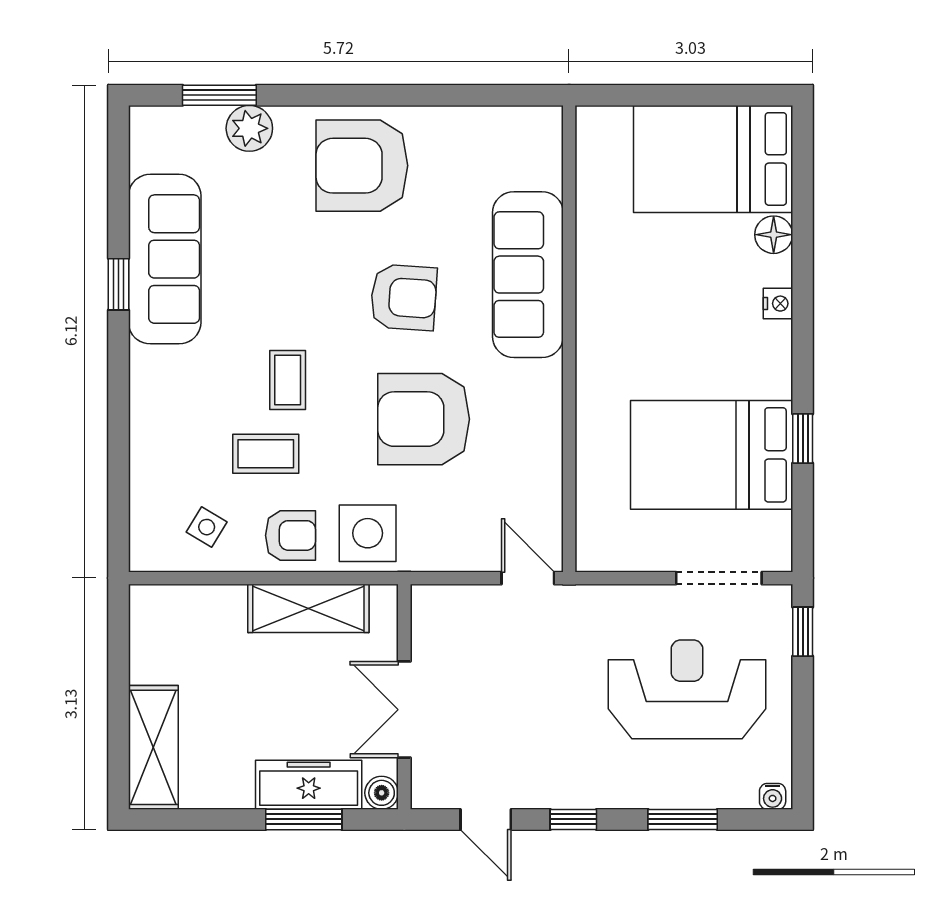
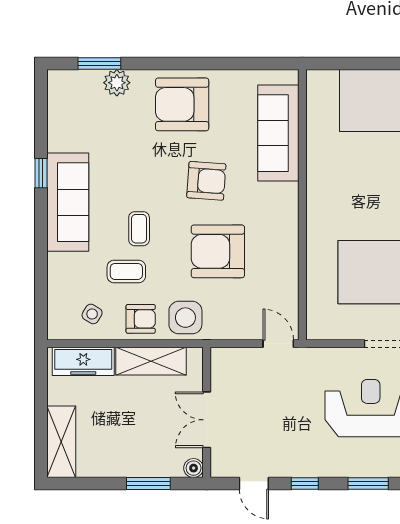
sofa: (165, 259) -> (68, 202), moved
sofa: (528, 275) -> (278, 133), moved
freezer: (309, 785) -> (83, 361), moved, turned 180

